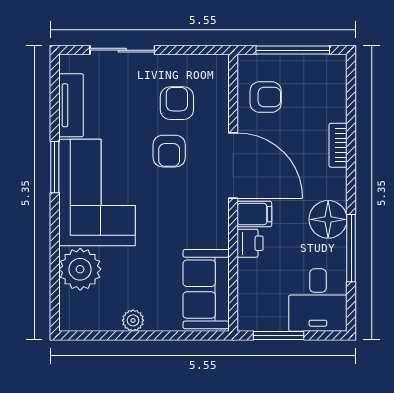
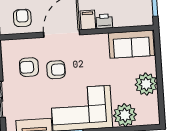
plant: (133, 320) -> (146, 84), width x1.88, depth x1.88

